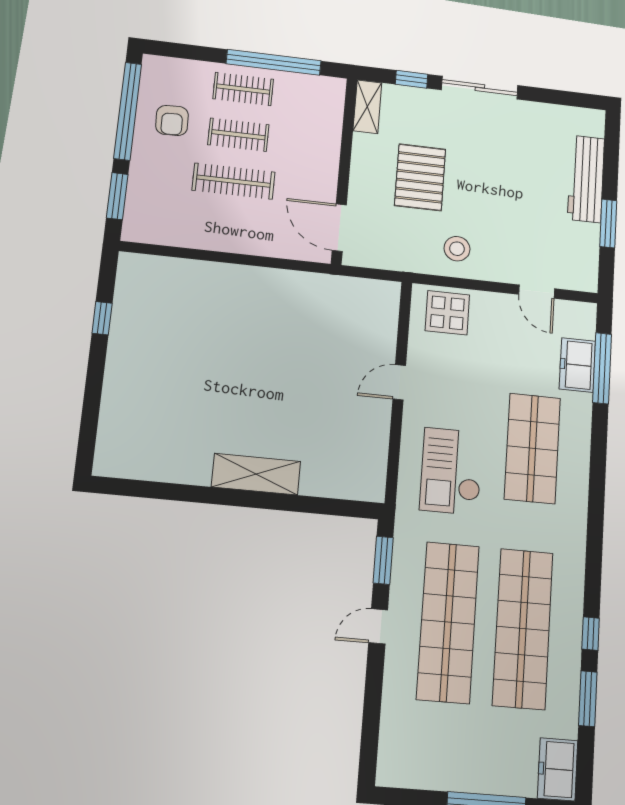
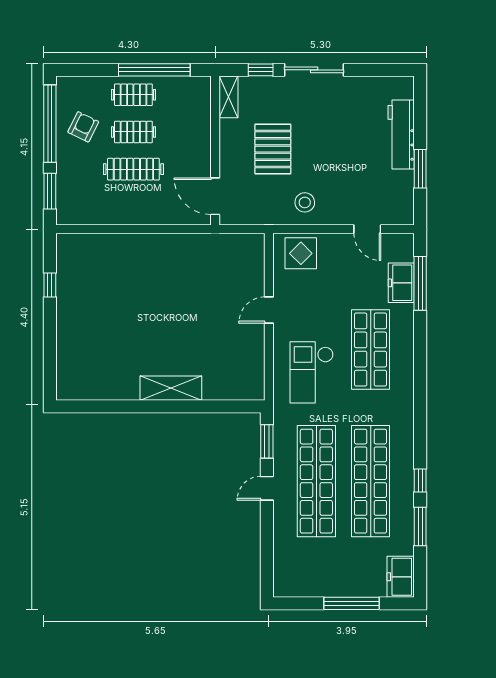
armchair: (172, 120) -> (83, 127), turned -152

